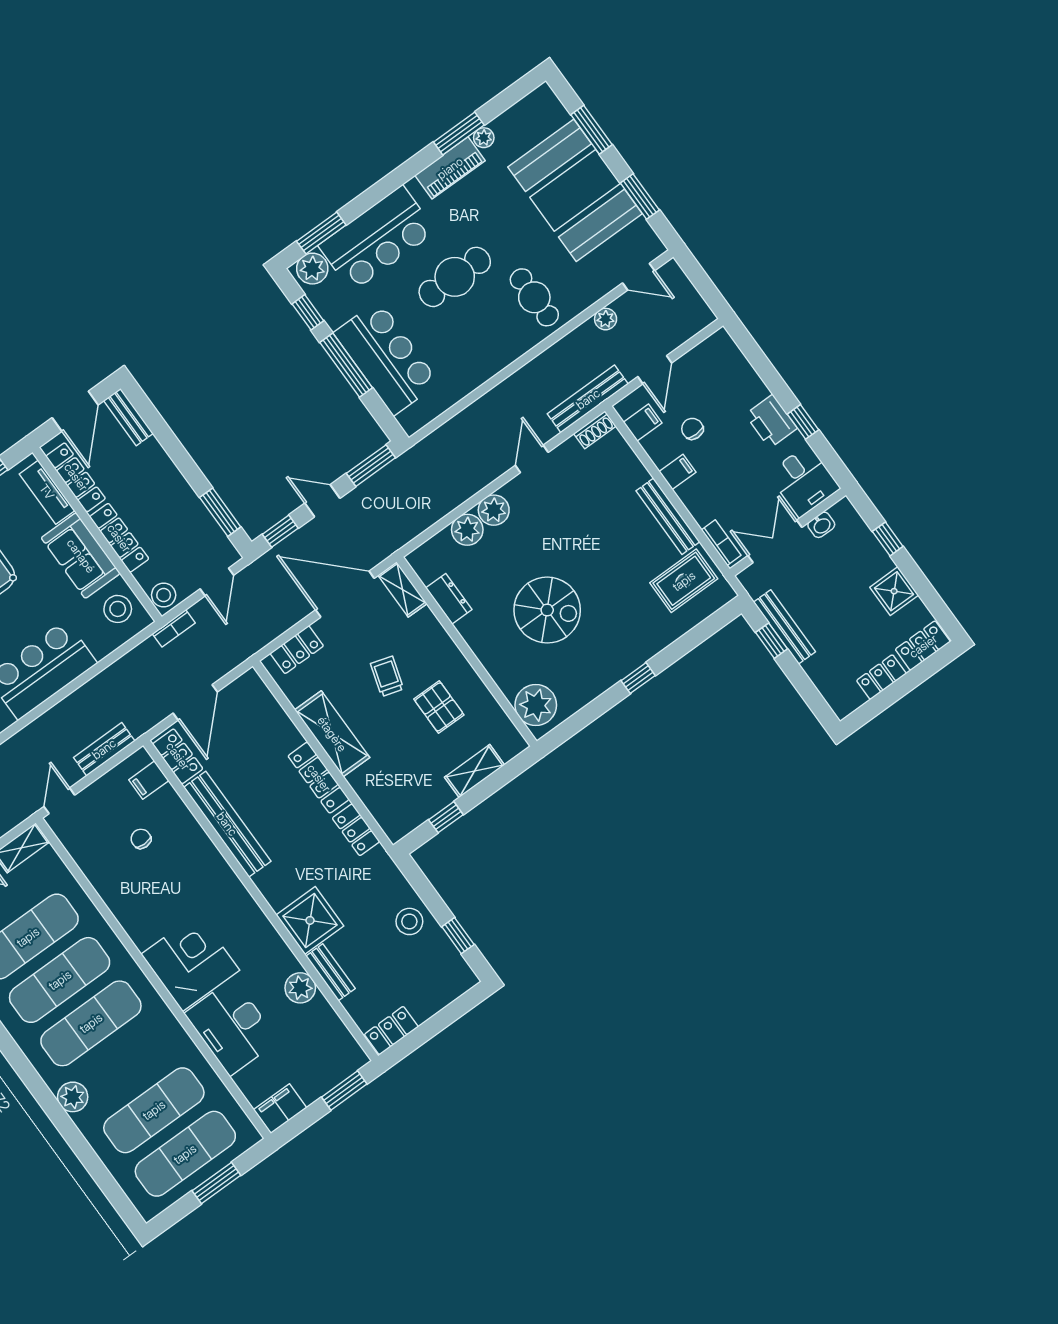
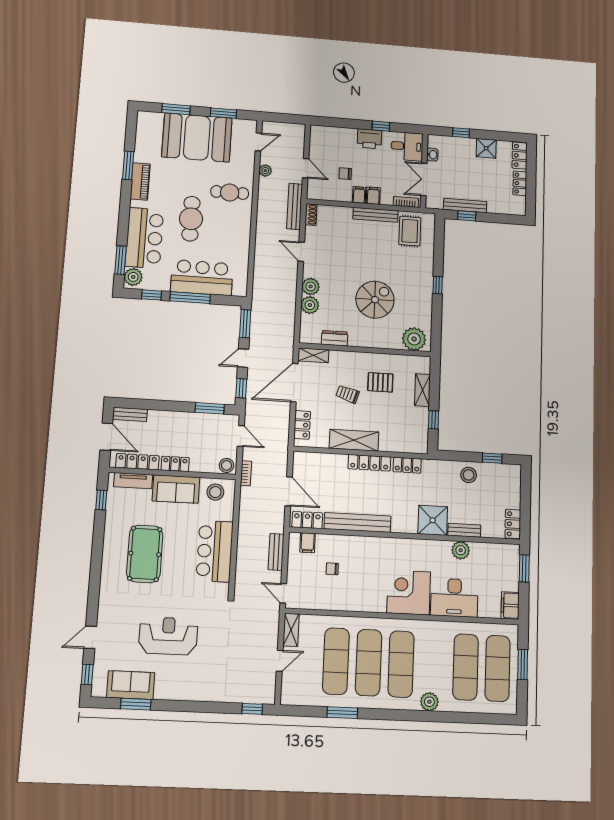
plant: (484, 138) -> (139, 156), removed
filing cabinet: (643, 423) -> (373, 196), moved
locker: (119, 538) -> (175, 464), width x0.66

